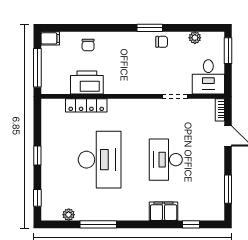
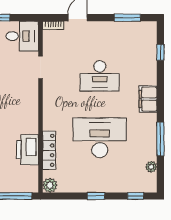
plant: (49, 106) -> (50, 185), added
filing cabinet: (164, 211) -> (148, 99), moved

